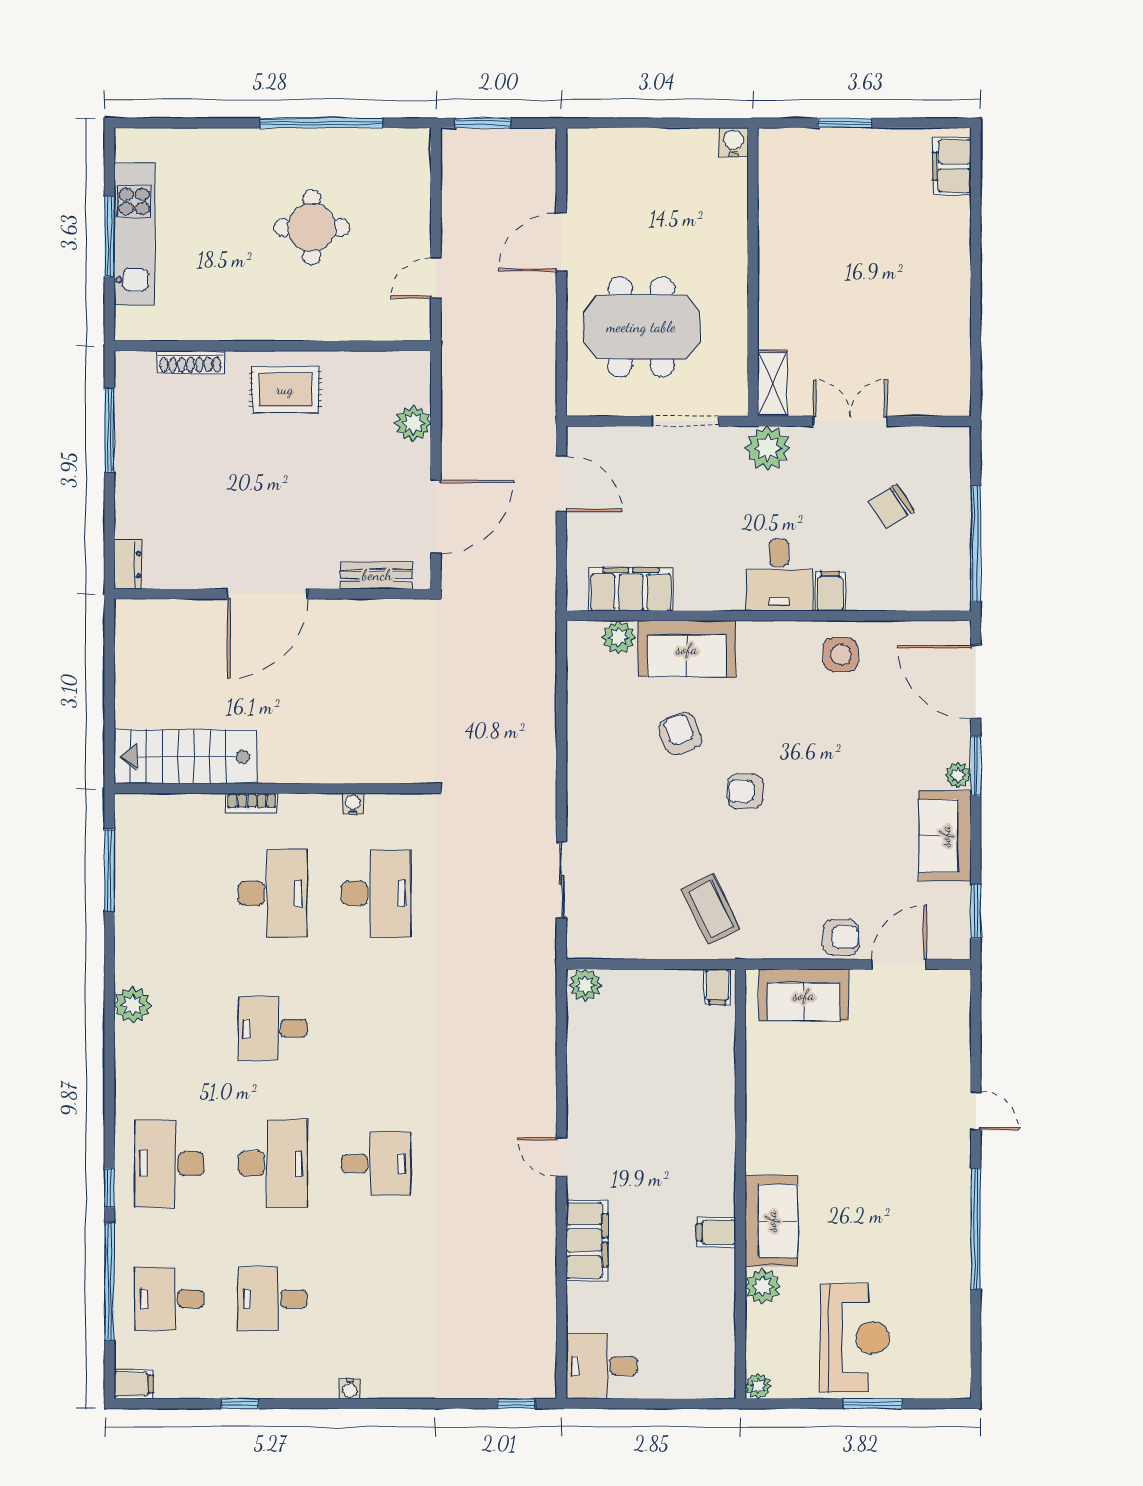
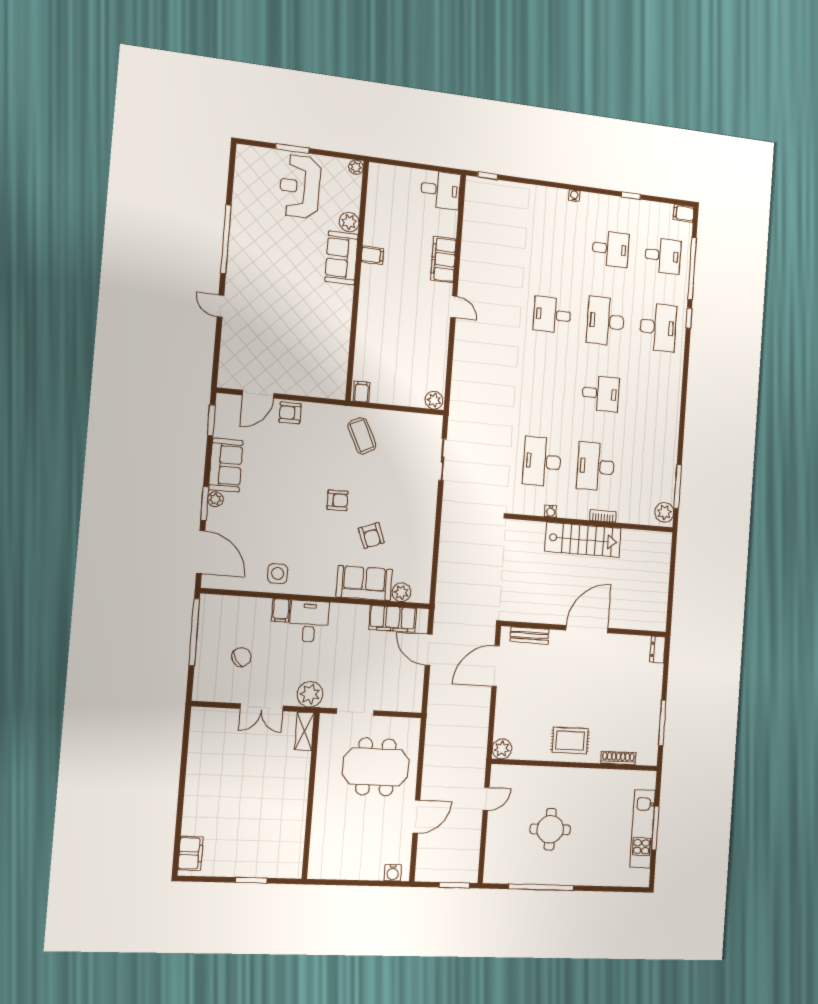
water cooler: (734, 142) -> (393, 873), moved
plant: (413, 423) -> (502, 749), moved
door: (561, 484) -> (429, 650), moved
stairs: (186, 757) -> (583, 540), moved
sofa: (804, 995) -> (314, 382), removed
plant: (133, 1005) -> (664, 512), moved

